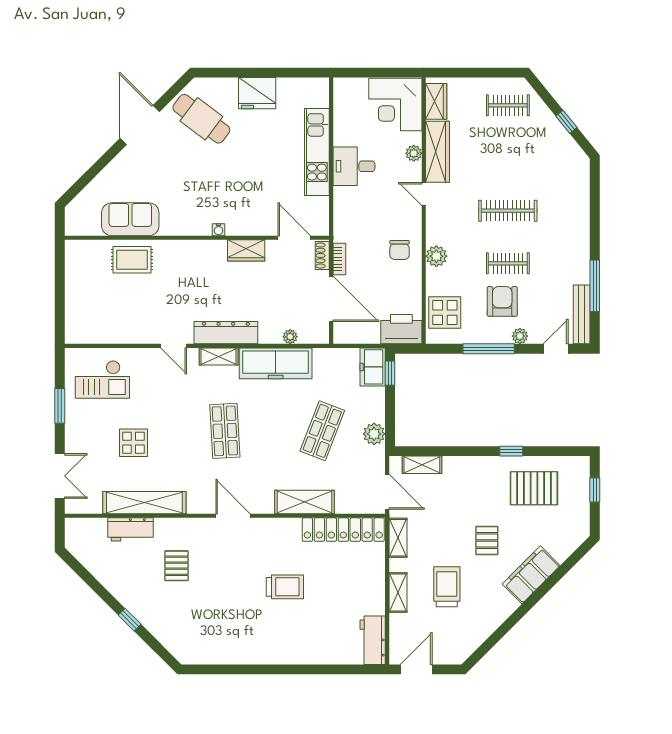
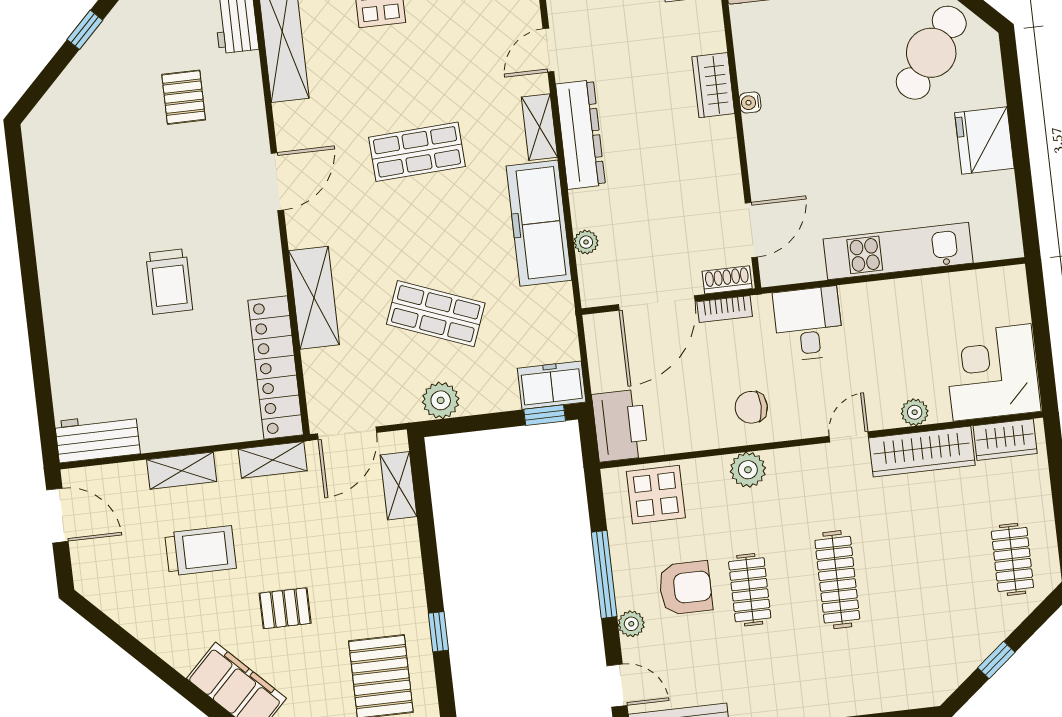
desk: (354, 166) -> (808, 324), moved
wardrobe: (246, 250) -> (713, 85), moved
pallet: (176, 566) -> (184, 97), turned 90

